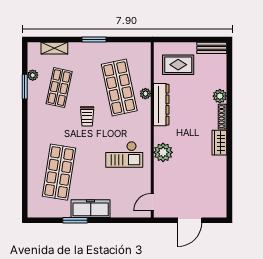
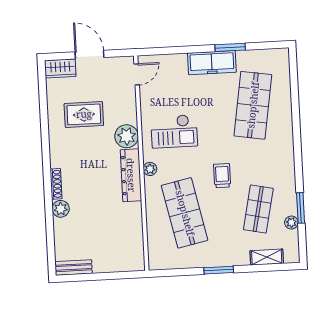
rug: (178, 65) -> (84, 114), moved
plant: (145, 94) -> (150, 169), moved
dresser: (161, 105) -> (131, 175), moved
wardrobe: (219, 143) -> (60, 68), moved, turned 90
checkout: (124, 154) -> (174, 131), turned 180
door: (190, 220) -> (90, 55), hinge flipped

